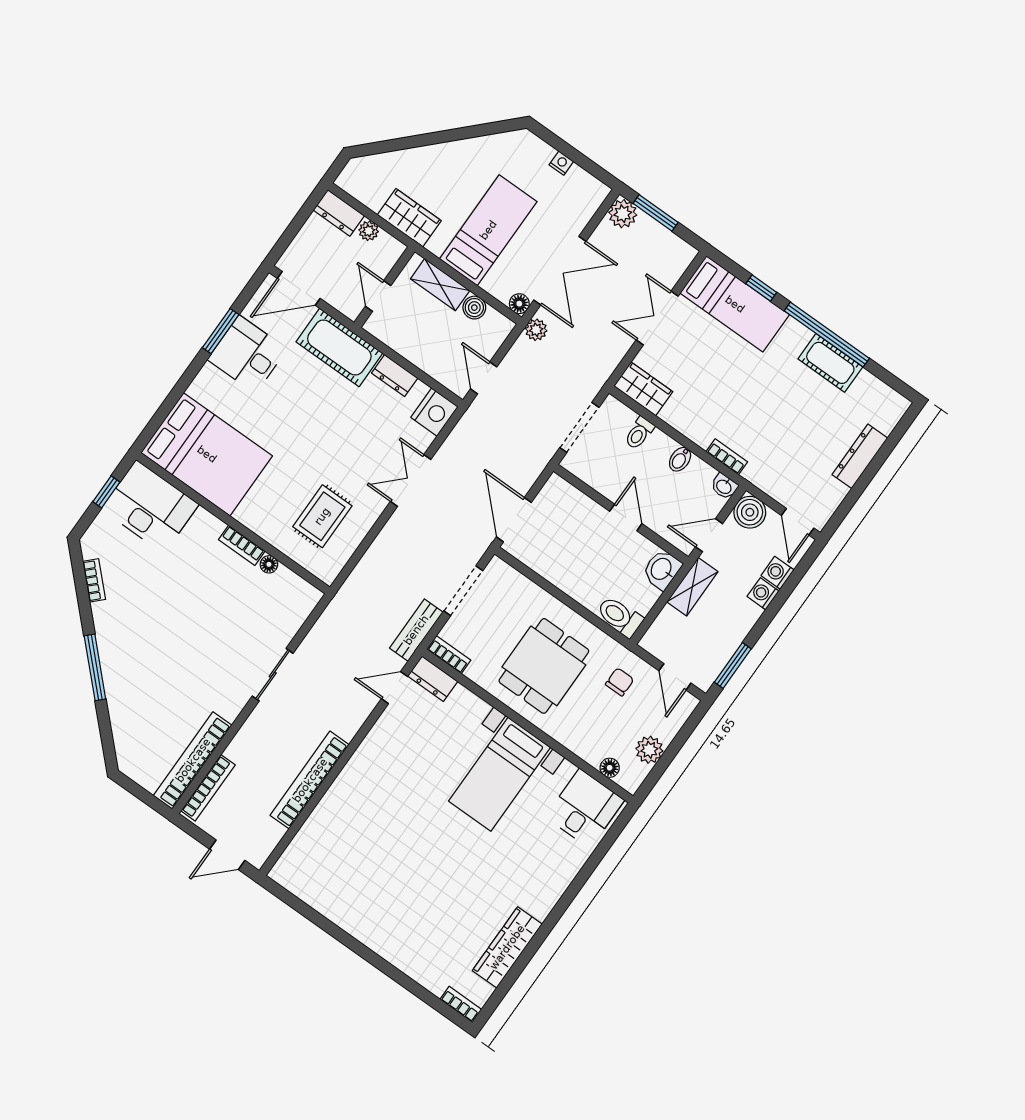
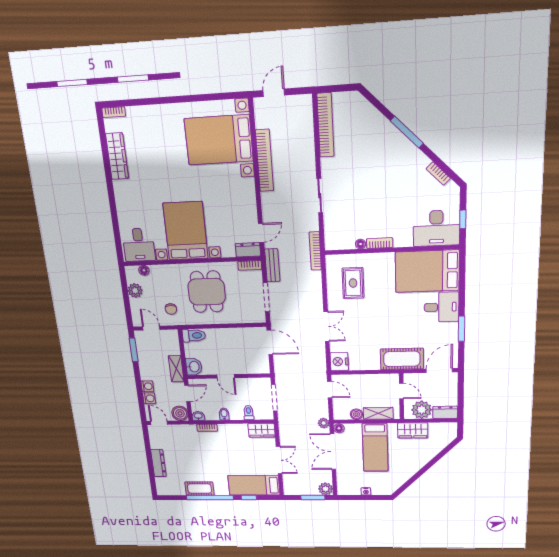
plant: (369, 231) -> (422, 410), width x1.88, depth x1.88
desk: (247, 354) -> (442, 307), moved
dresser: (395, 376) -> (368, 364), removed
bed with nightstands: (499, 774) -> (186, 231), width x1.36
bookcase: (208, 788) -> (315, 251), moved
bed with nightstands: (349, 856) -> (219, 140), added

